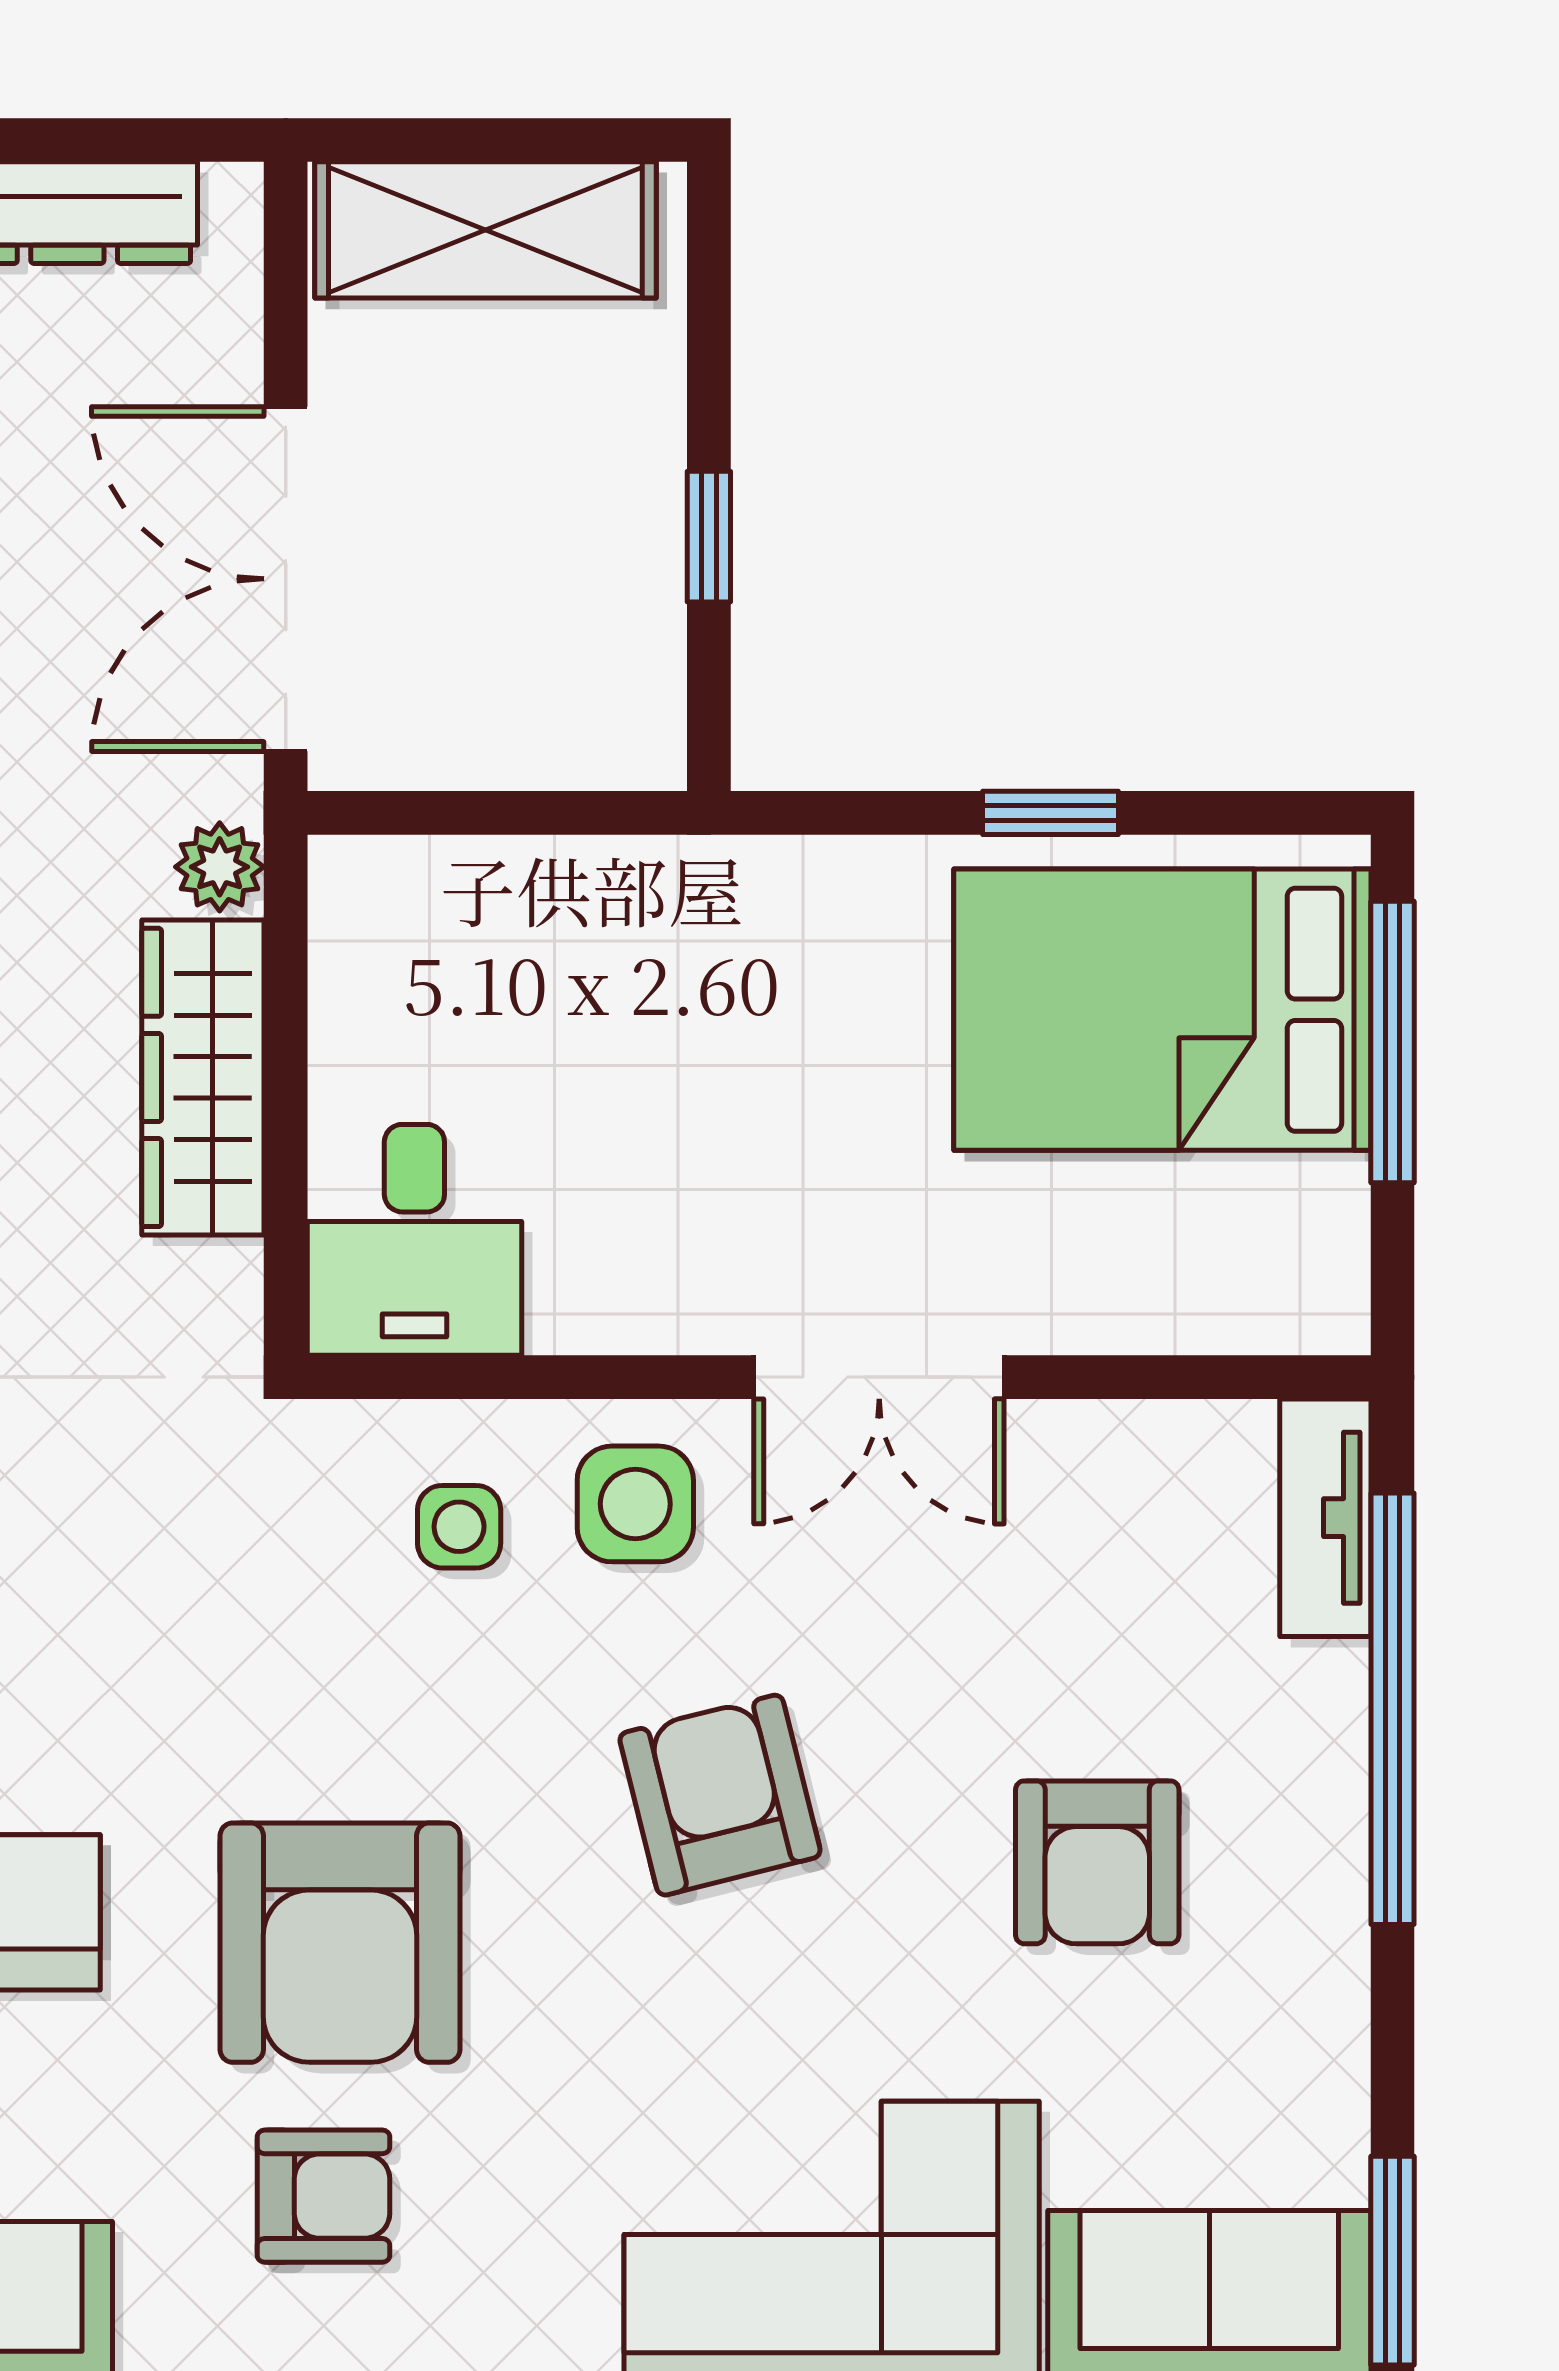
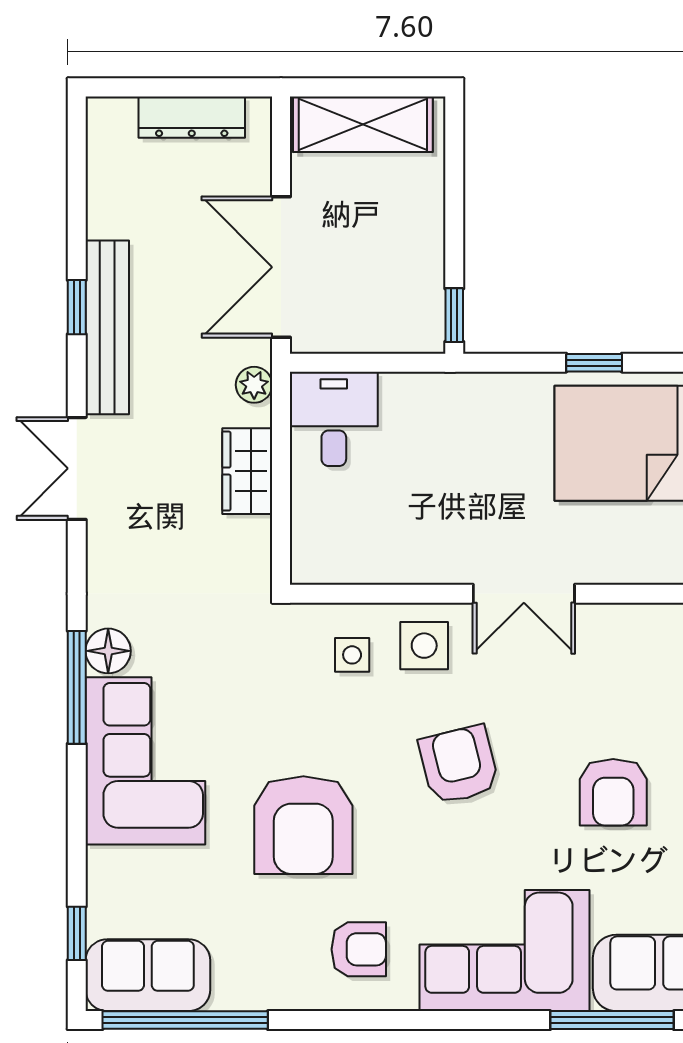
window: (709, 537) -> (454, 315), moved
wardrobe: (203, 1077) -> (247, 471), width x0.67
desk: (414, 1240) -> (334, 419), moved, turned 180
armchair: (323, 2196) -> (359, 949), moved

